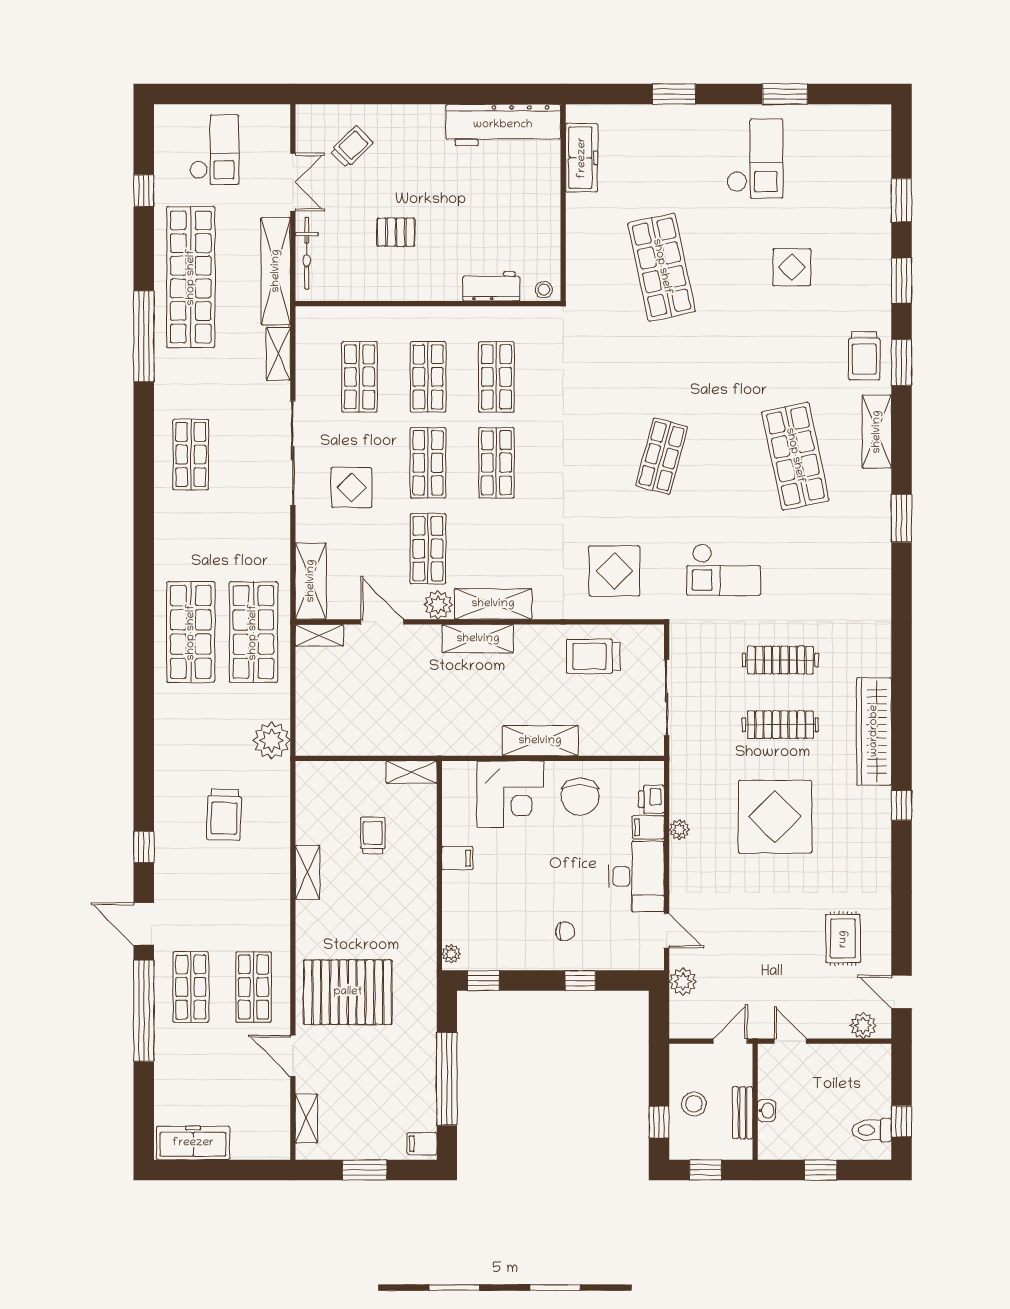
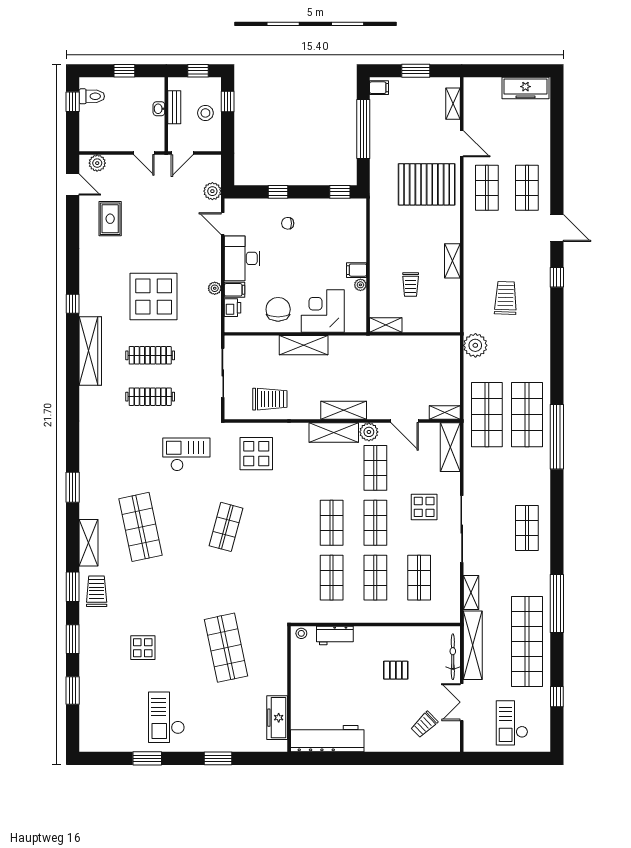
plant: (451, 954) -> (360, 285), moved
window: (144, 1011) -> (557, 437), moved

